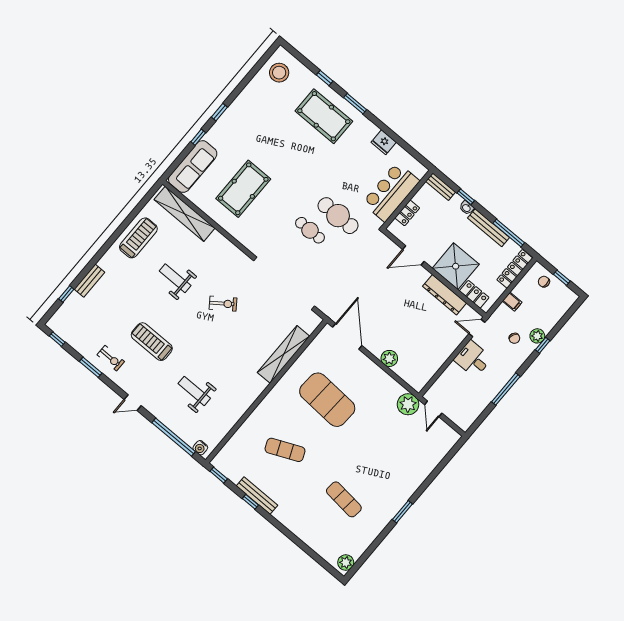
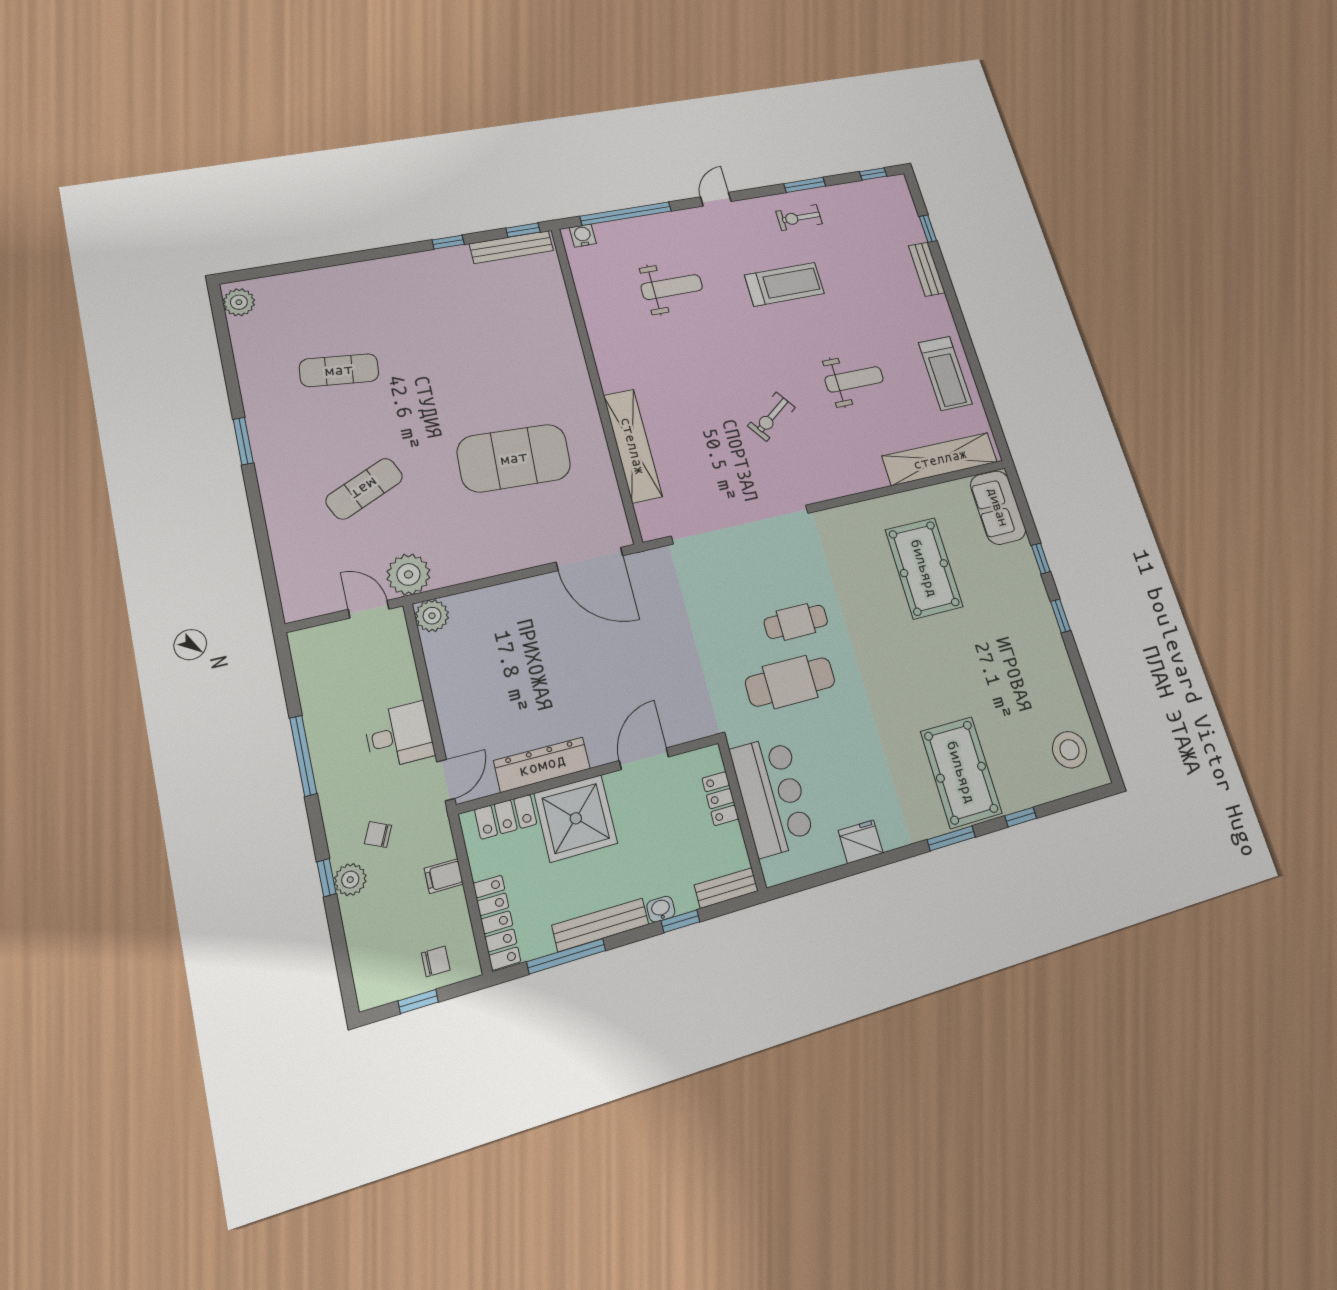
pool table: (324, 116) -> (961, 772), turned 90
sofa: (193, 167) -> (998, 507), width x0.73
plant: (389, 358) -> (432, 616), moved
exercise mat: (285, 450) -> (364, 489), moved
bench: (257, 496) -> (512, 247), moved

